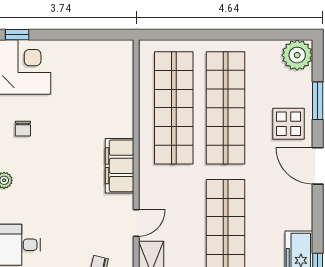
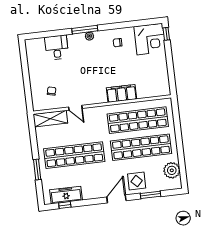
plant: (297, 55) -> (172, 170), moved
filing cabinet: (120, 166) -> (122, 93), moved

